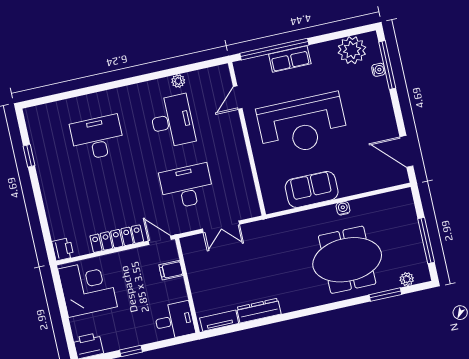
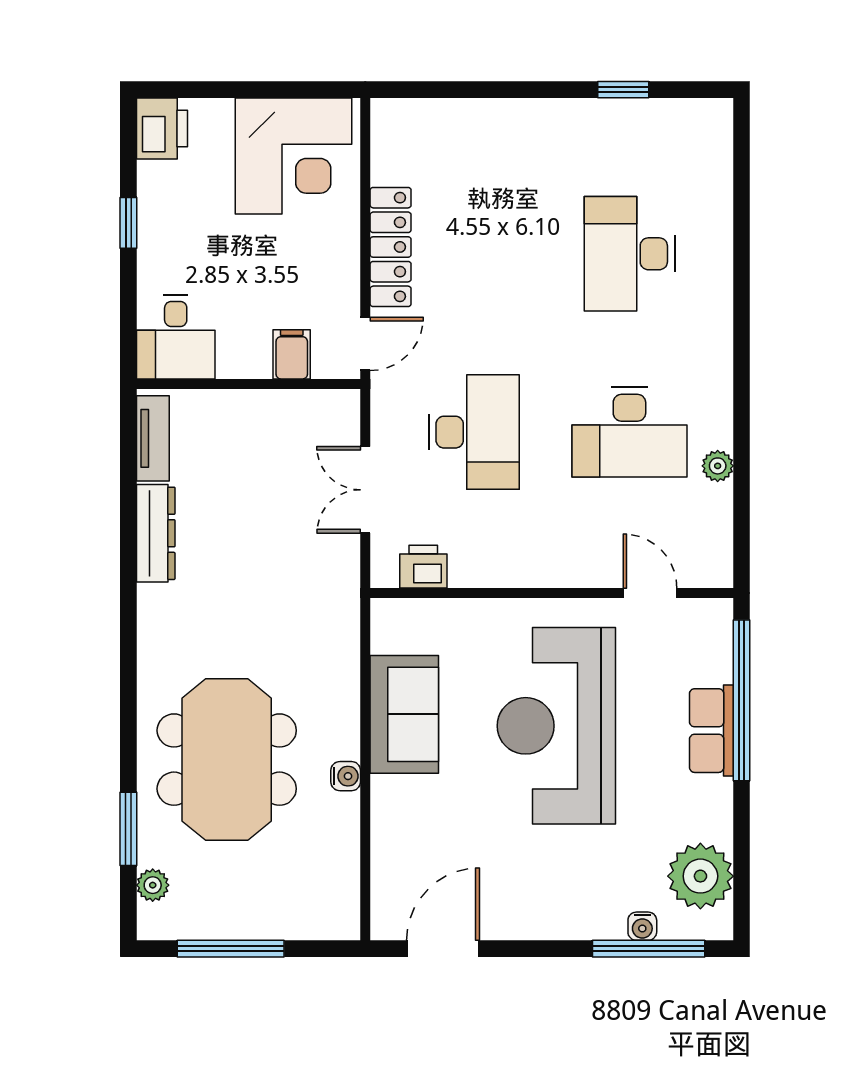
desk: (97, 138) -> (629, 254), turned 180
printer: (63, 249) -> (423, 567), moved, turned 180

